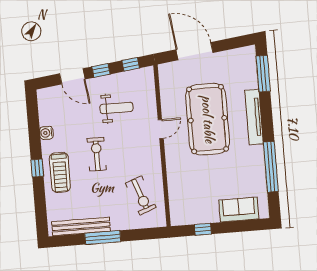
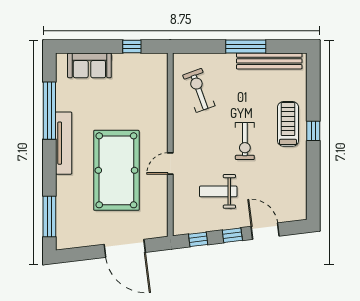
tv unit: (254, 117) -> (64, 143), moved
water cooler: (46, 133) -> (300, 170), removed

